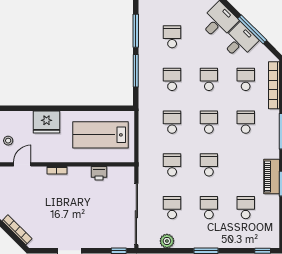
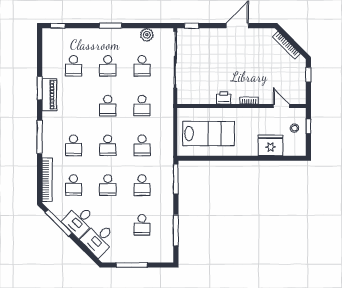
window: (252, 29) -> (59, 223), moved
window: (136, 71) -> (176, 179), moved
fridge: (47, 122) -> (271, 145), moved
door: (22, 164) -> (281, 106), swing flipped
printer: (99, 173) -> (224, 98), moved

